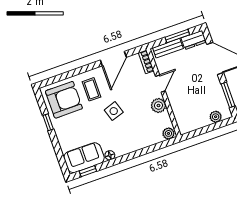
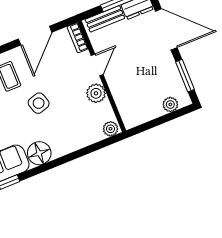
floor lamp: (110, 155) -> (39, 153), width x1.89, depth x1.89

